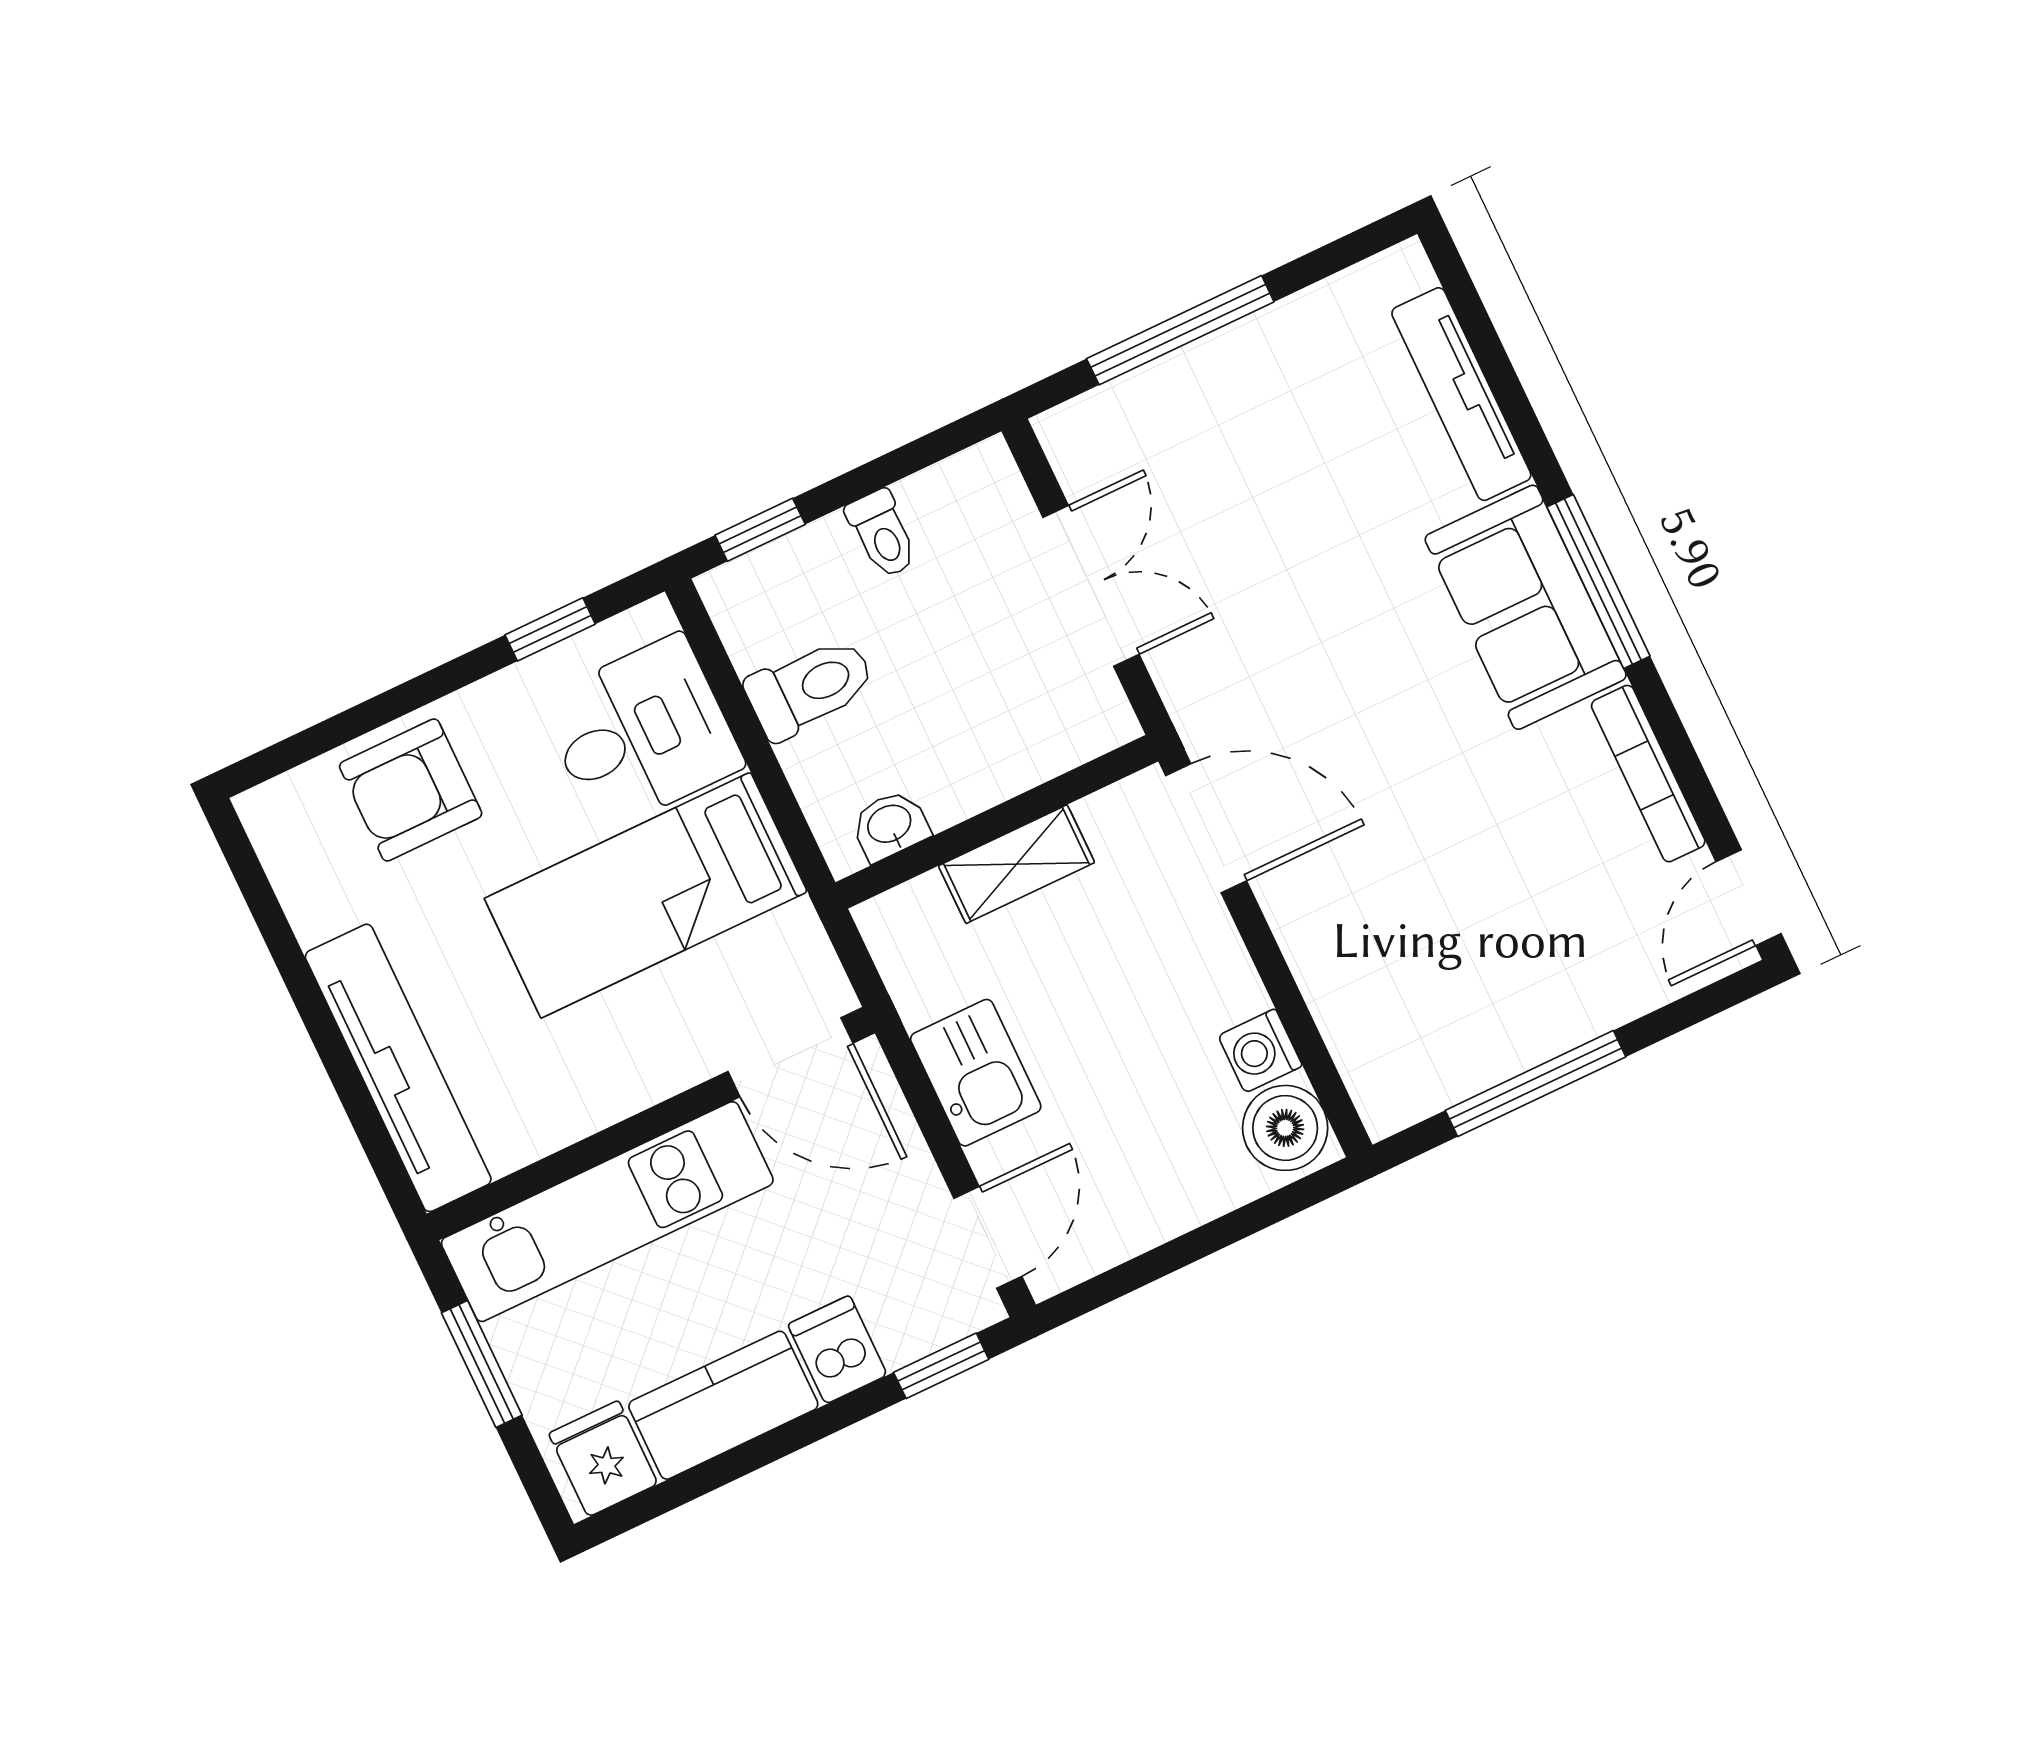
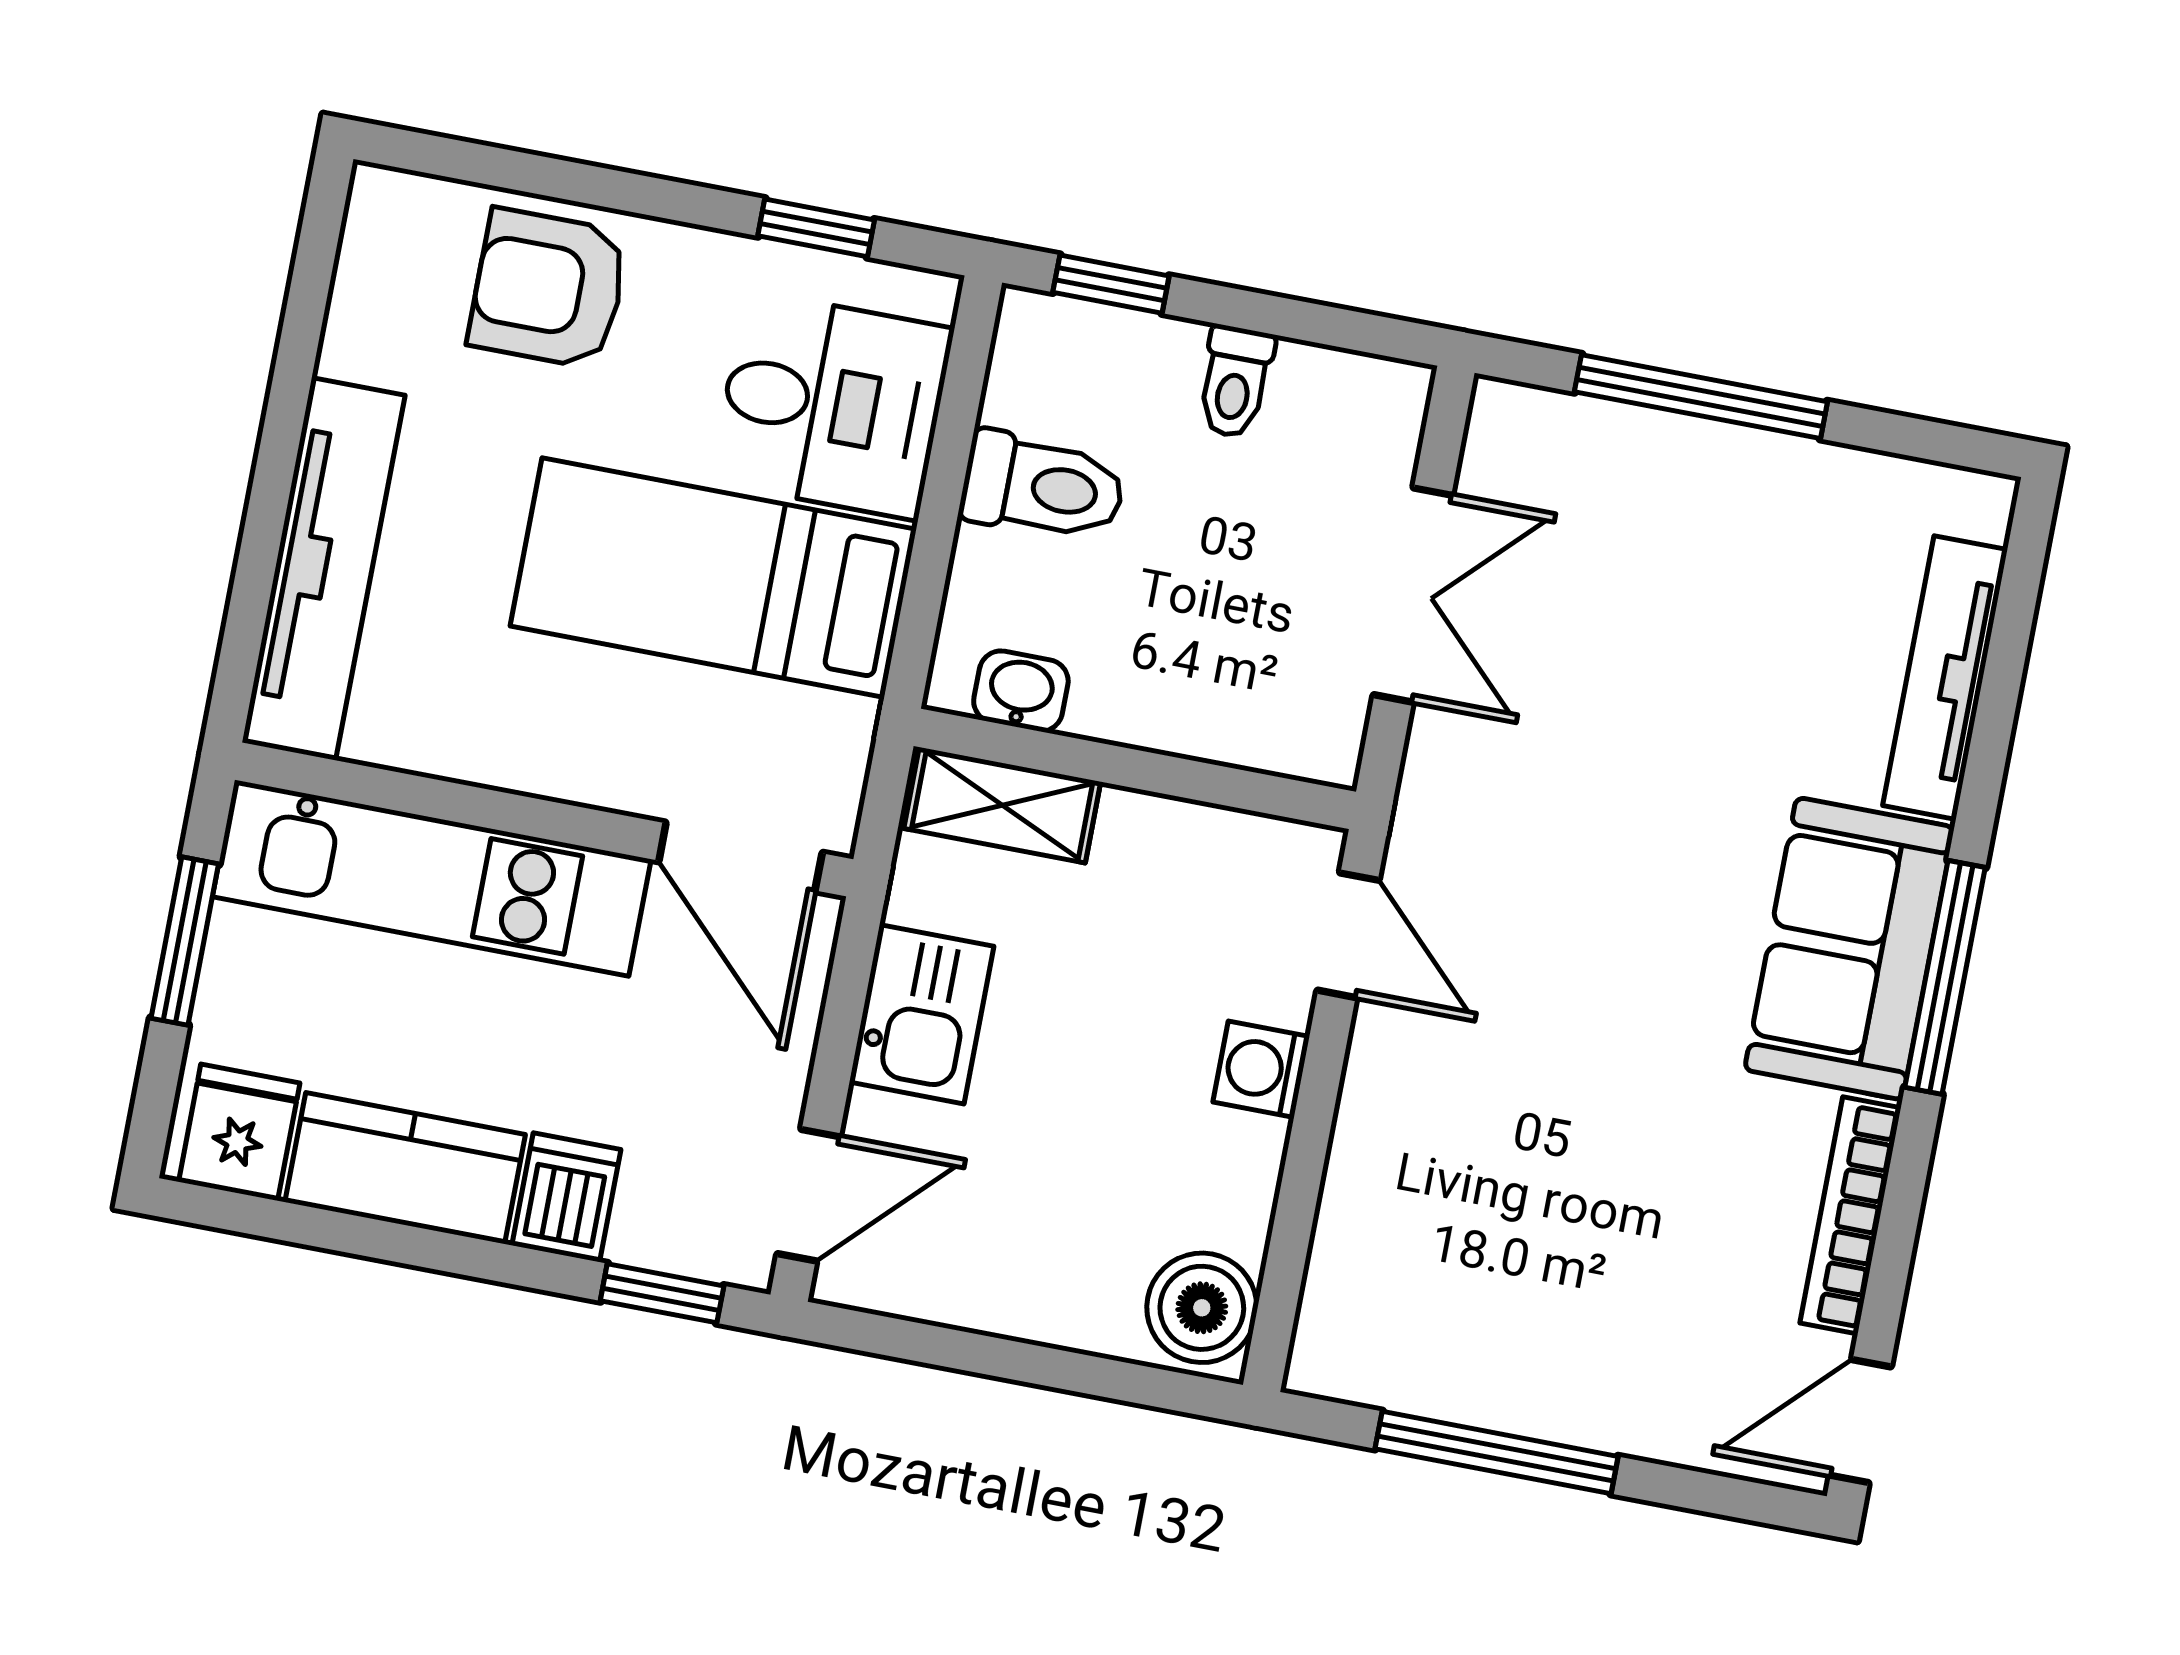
door: (1206, 828) -> (1348, 935), width x0.73
shelving: (1017, 864) -> (1002, 805), moved
washing machine: (1260, 1051) -> (1261, 1069), moved

